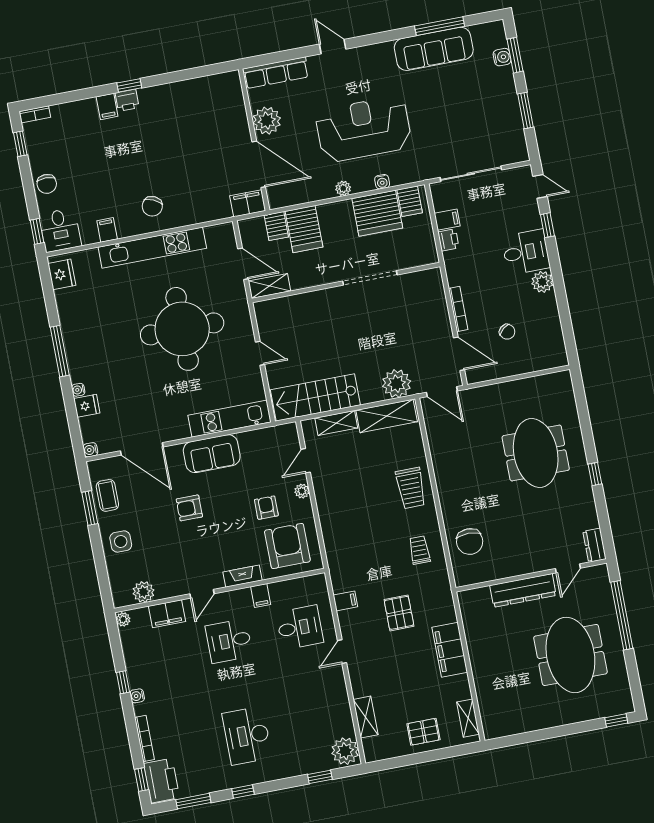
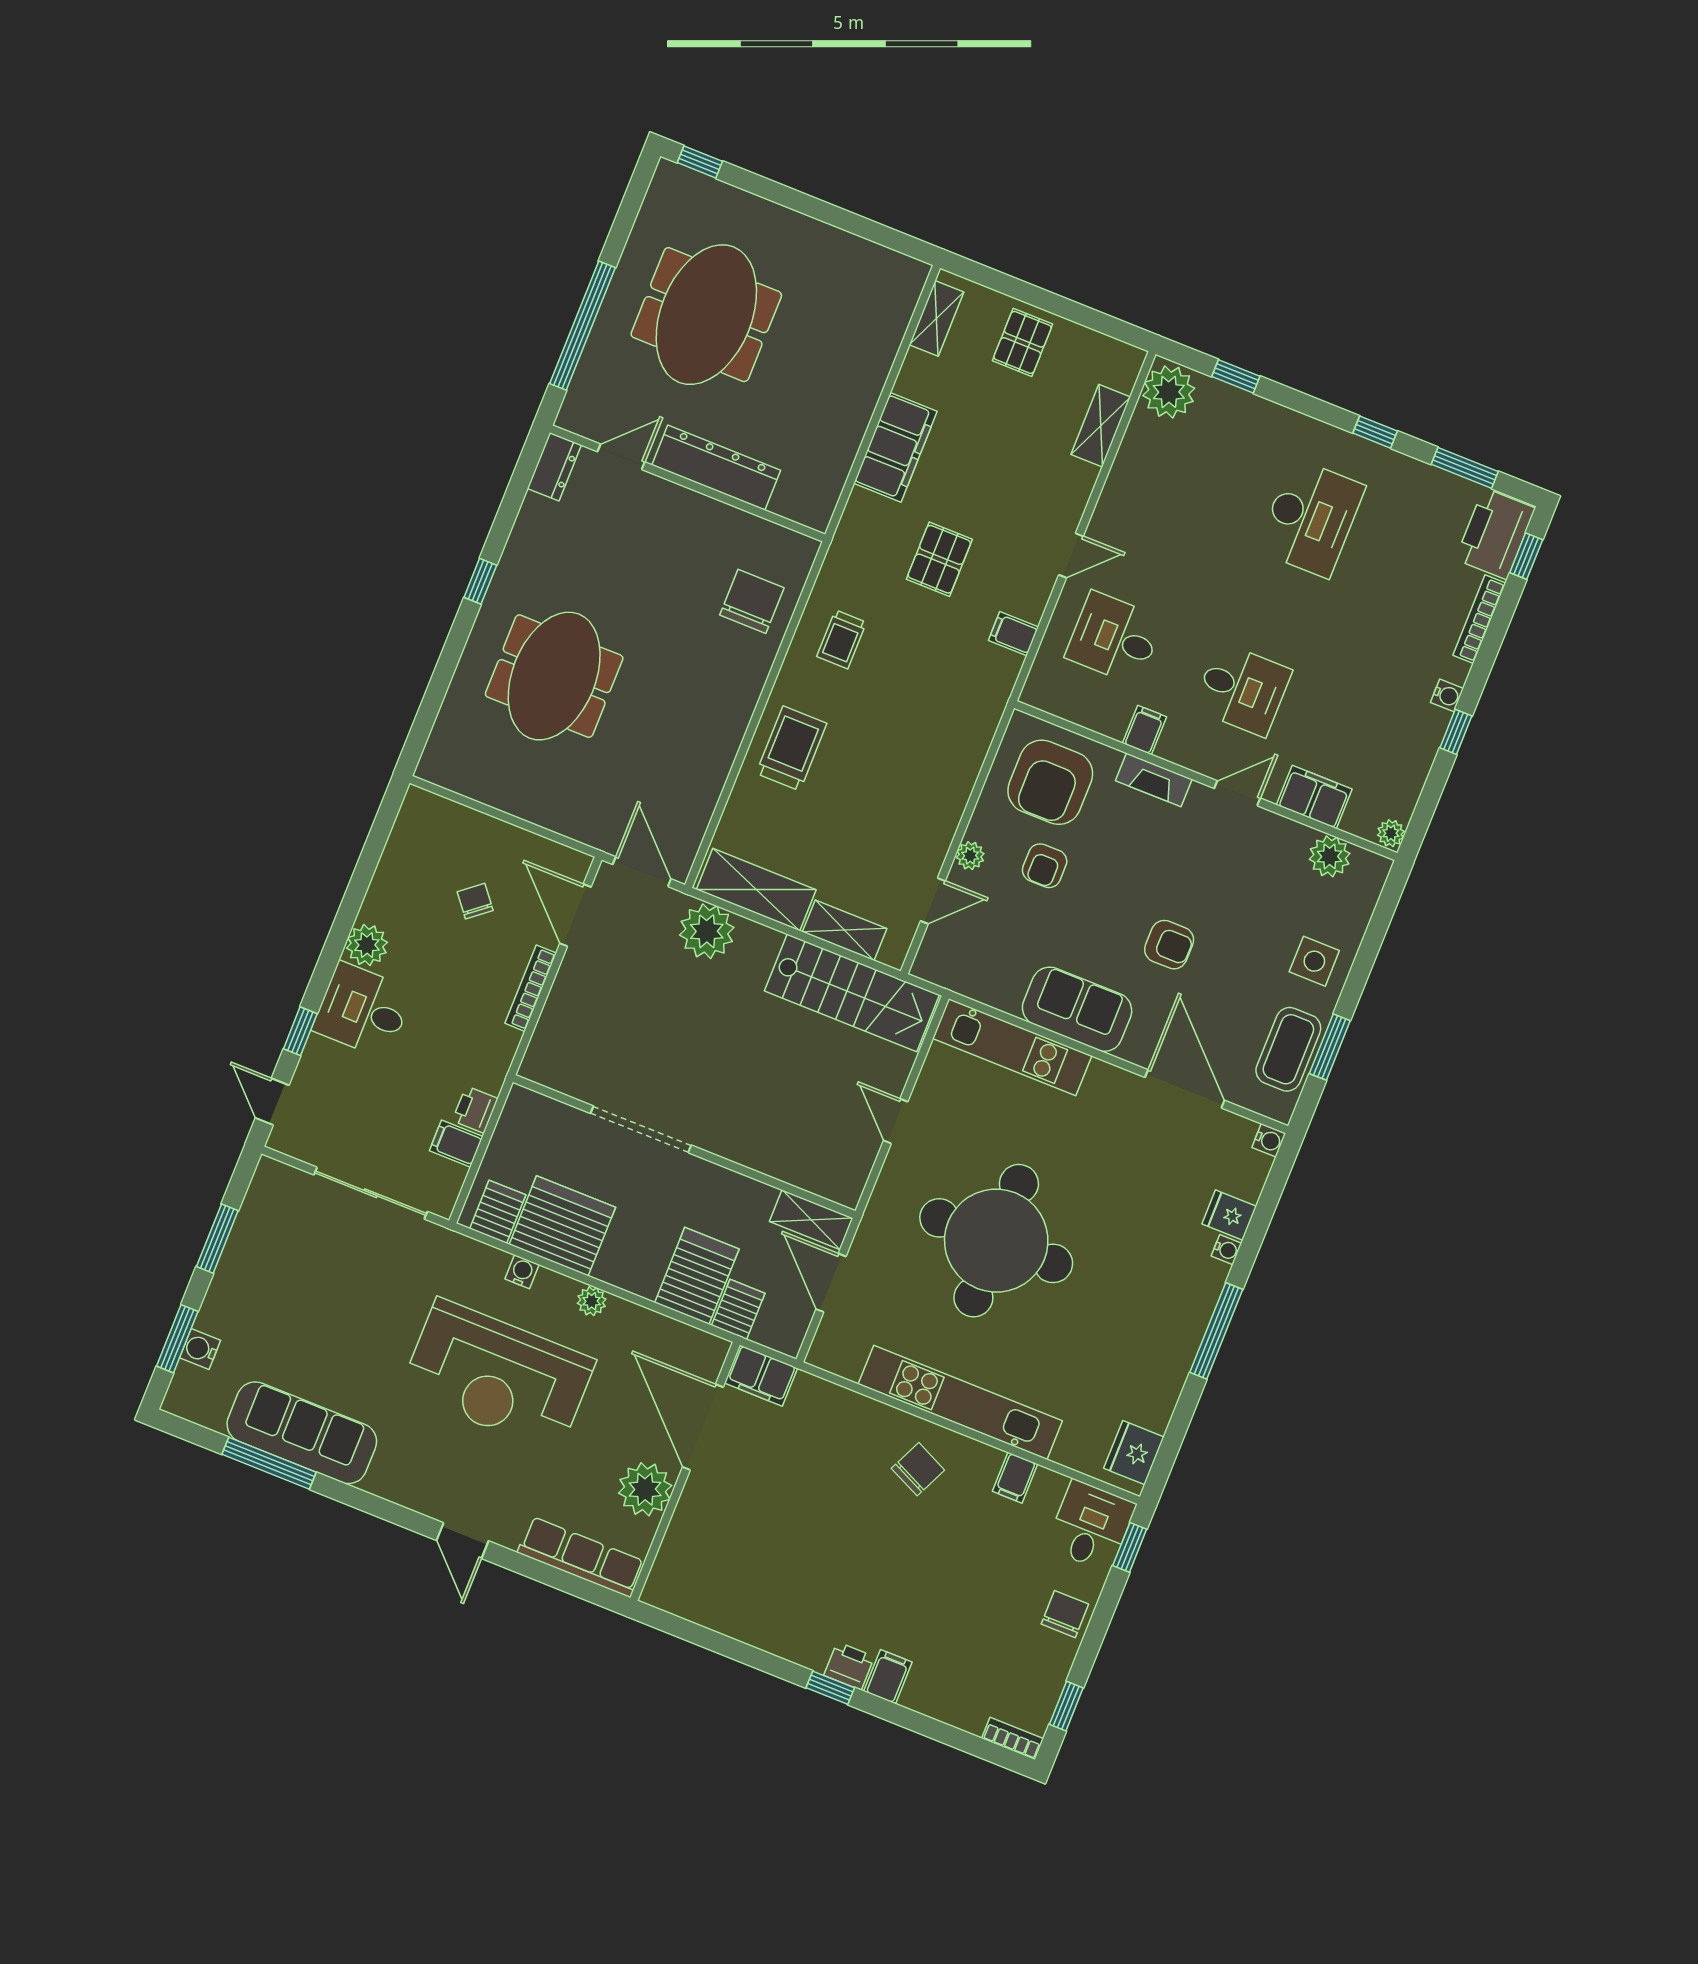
coffee table: (107, 495) -> (1288, 1049), width x1.36, depth x1.30
pallet: (423, 732) -> (1023, 342), turned 90

